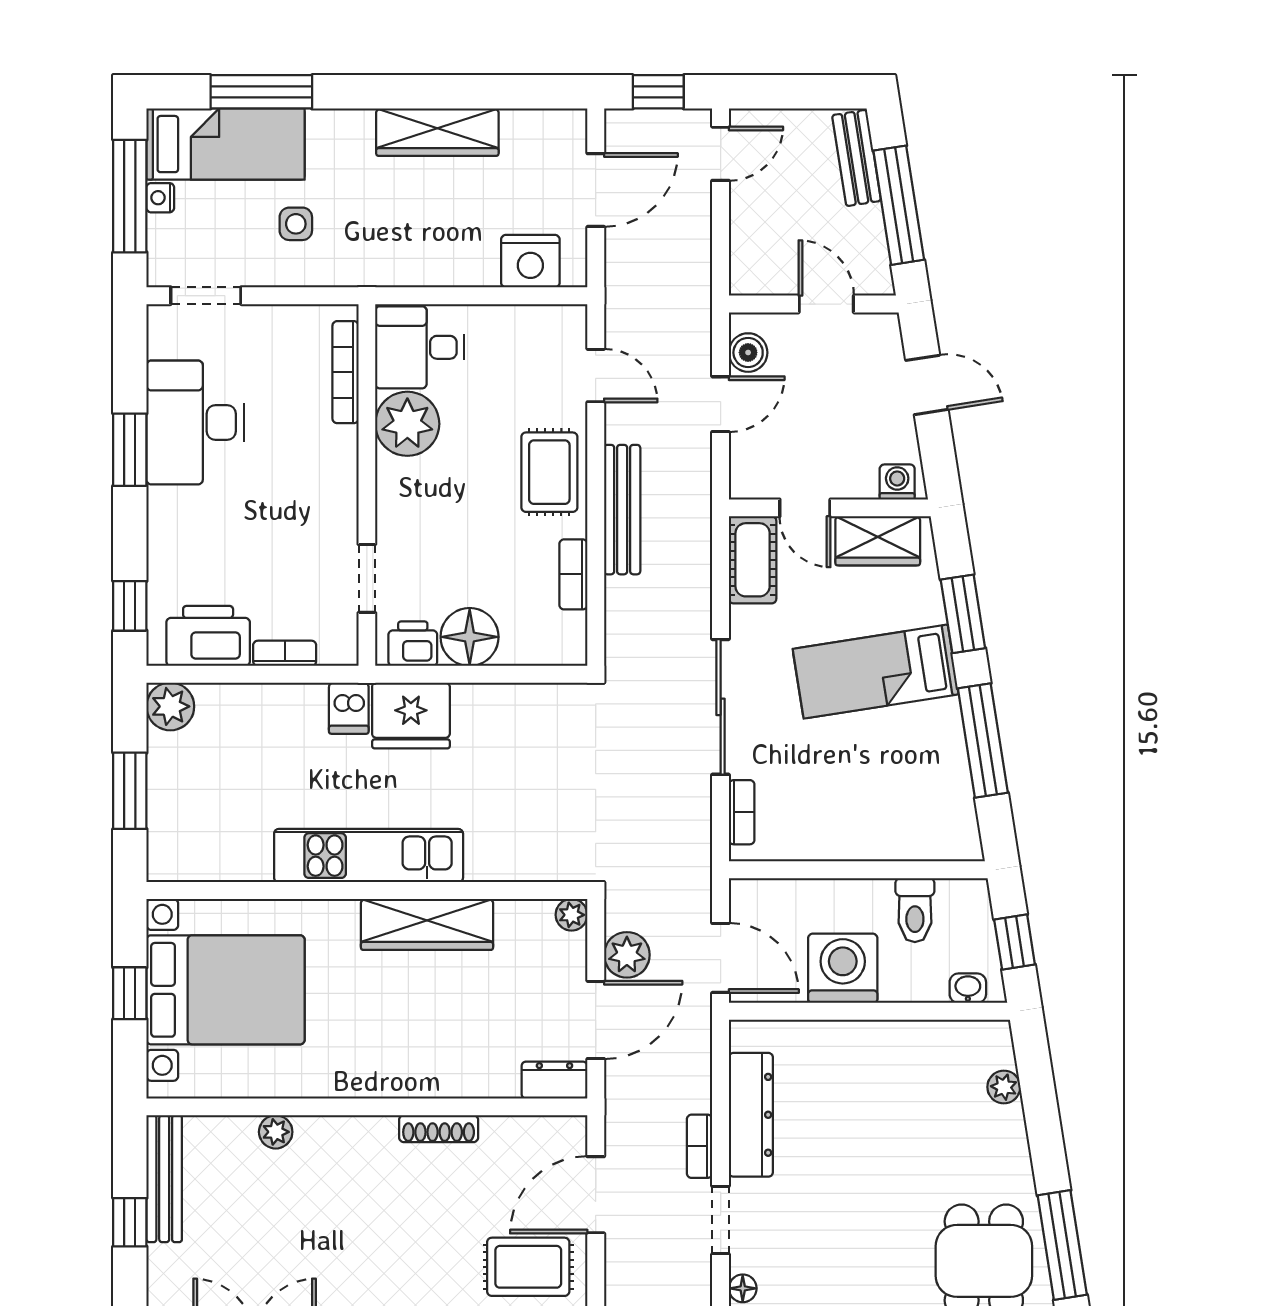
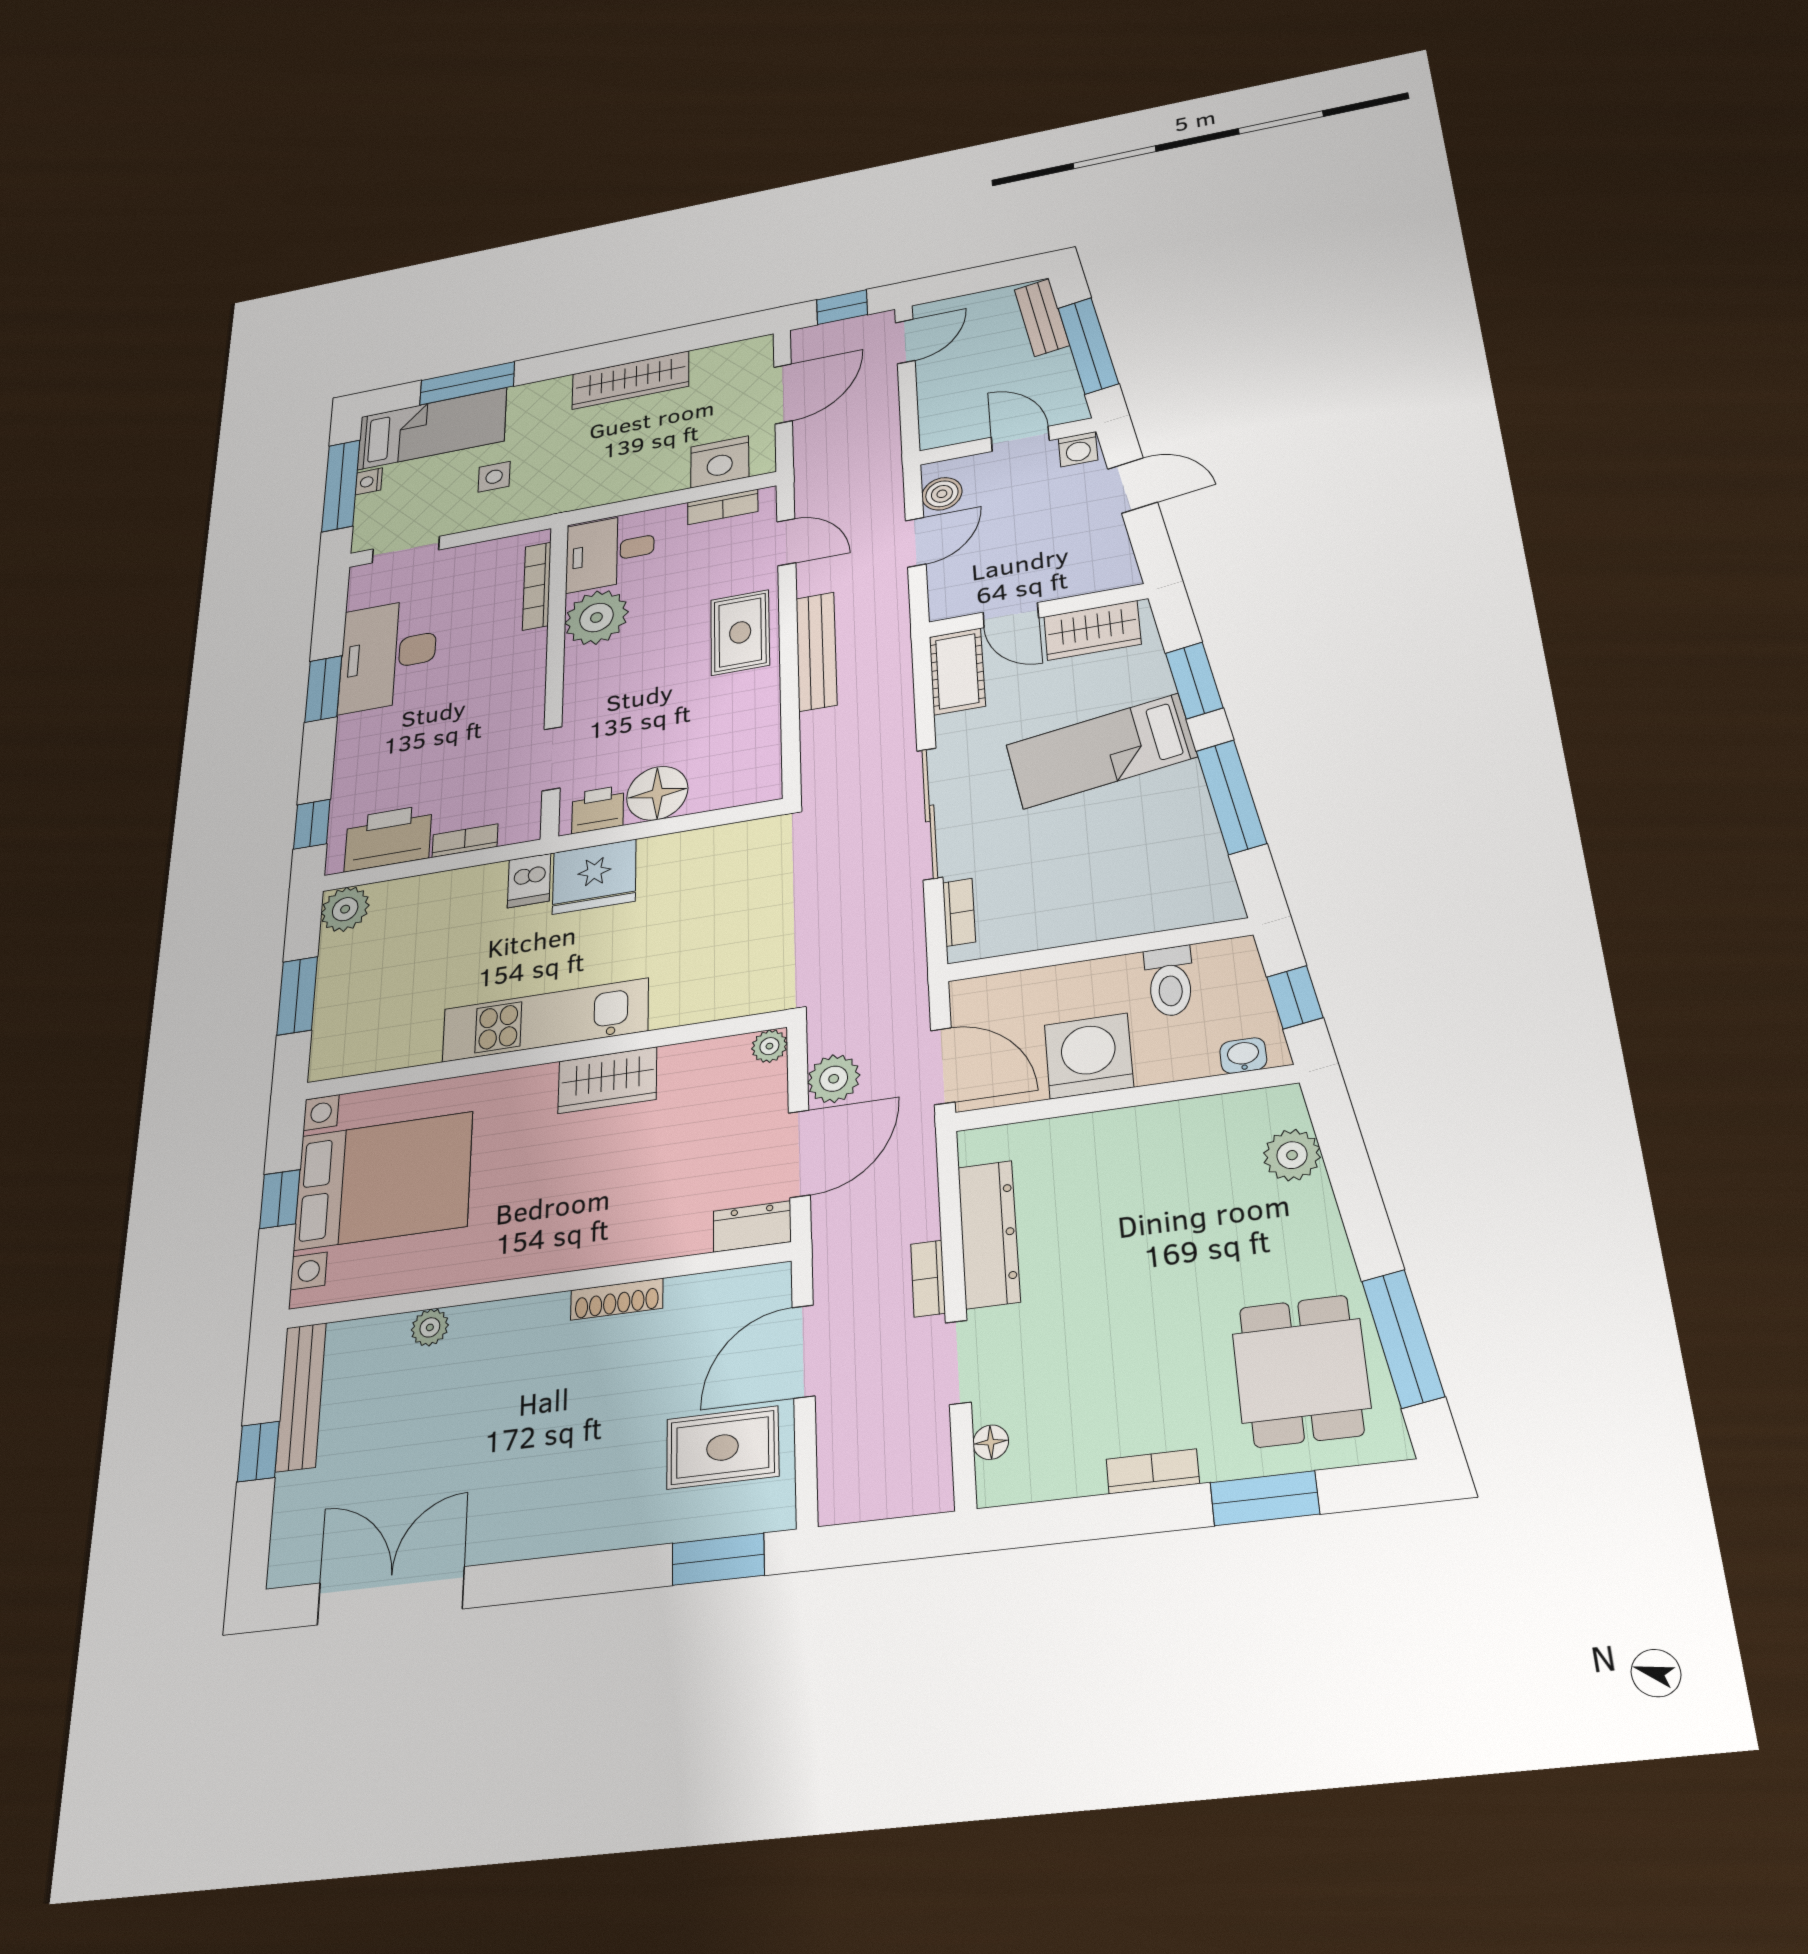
washing machine: (897, 482) -> (1078, 449), moved, turned 180
bookcase: (573, 574) -> (723, 507), moved, turned -90
wardrobe: (427, 924) -> (607, 1080), width x0.67
plant: (1004, 1087) -> (1292, 1155), width x1.38, depth x1.38

